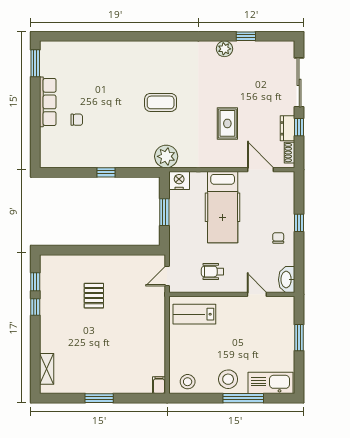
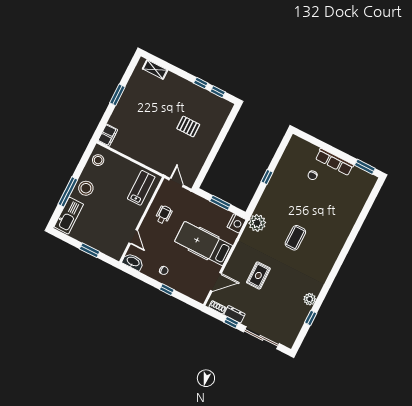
rug: (227, 123) -> (258, 275), turned 90
door: (257, 294) -> (133, 237), hinge flipped
filing cabinet: (159, 385) -> (108, 135), width x2.00

